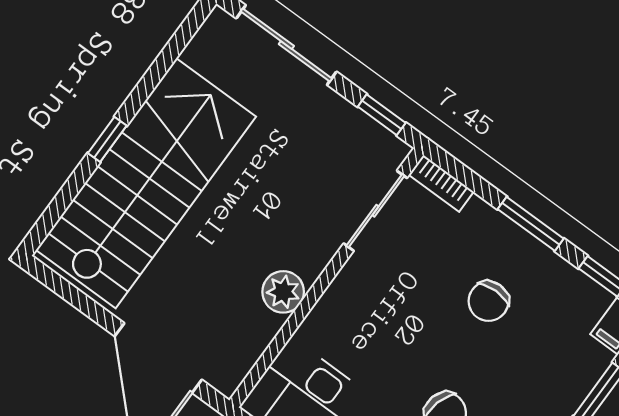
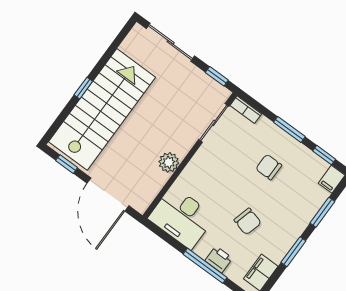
window: (73, 296) -> (67, 164), added
chair: (489, 301) -> (269, 167), turned 90

